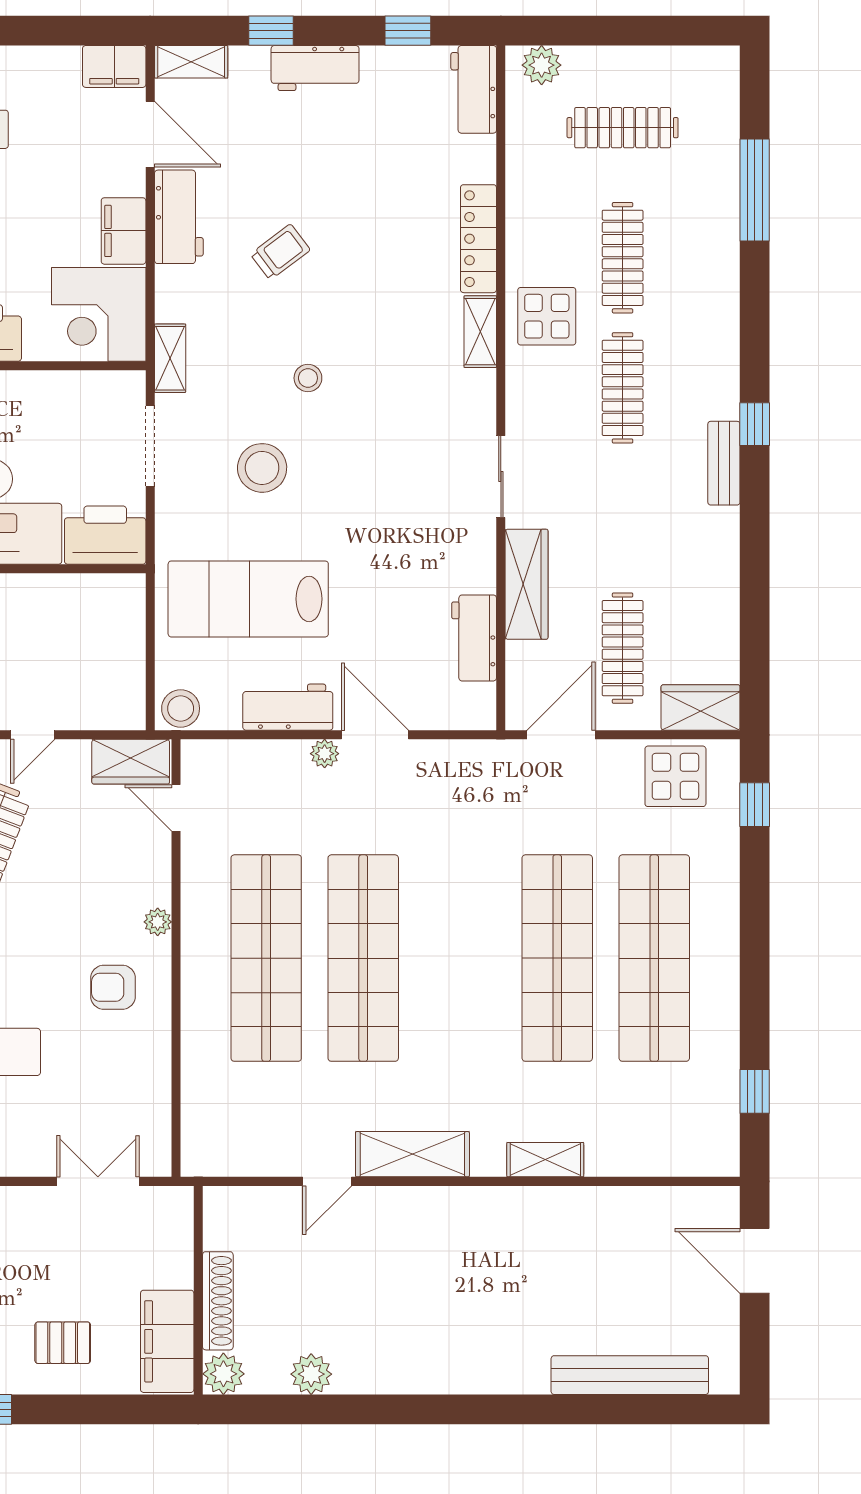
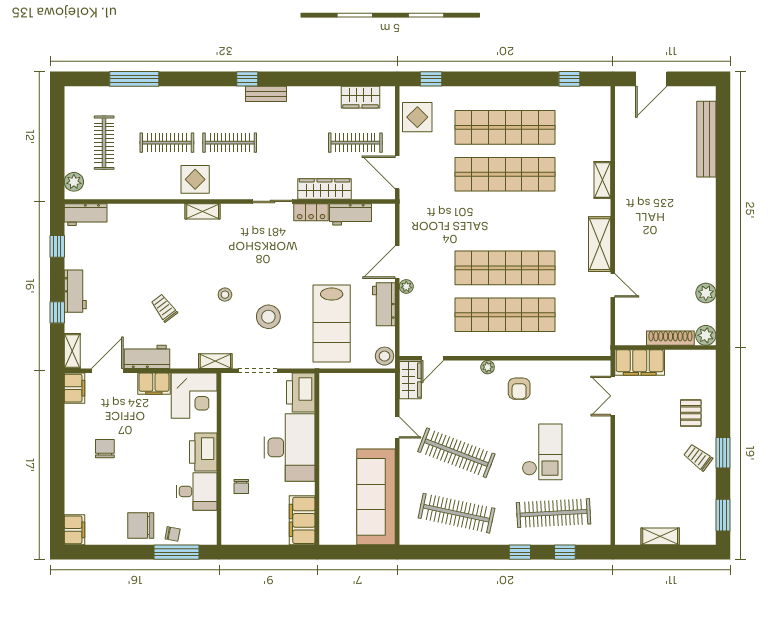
locker: (478, 239) -> (311, 212), moved, width x0.66
wardrobe: (701, 707) -> (360, 97), moved, turned -90
filing cabinet: (167, 1341) -> (640, 363), moved

